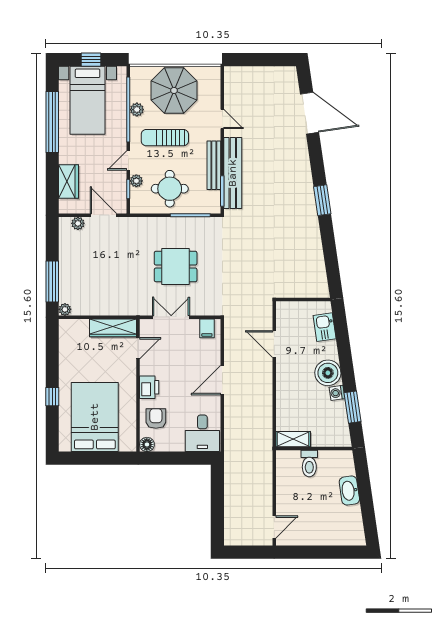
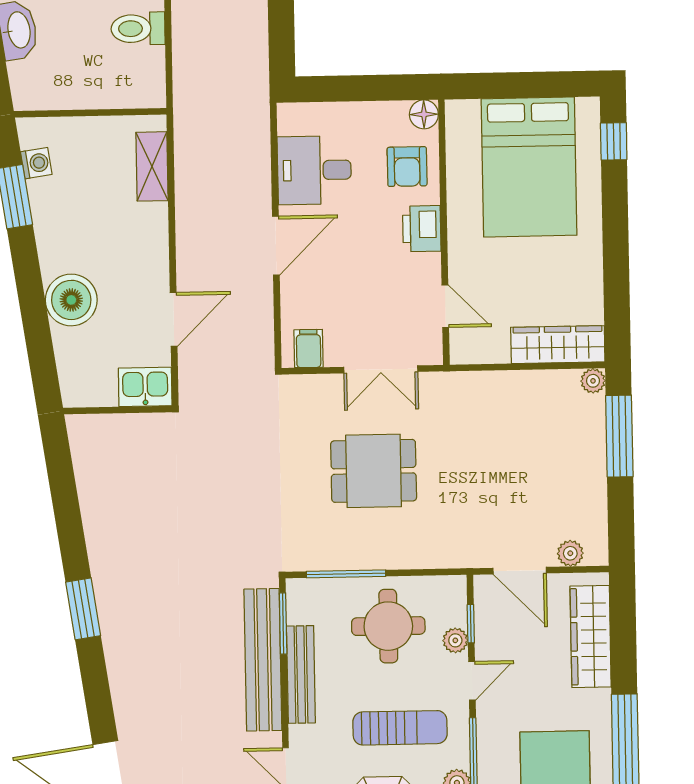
wardrobe: (69, 181) -> (591, 637), width x1.50
kitchen sink: (325, 327) -> (145, 387), moved, turned -82
wardrobe: (113, 328) -> (558, 345), moved
door: (274, 344) -> (174, 319), hinge flipped
door: (138, 348) -> (445, 306), swing flipped
boiler: (328, 373) -> (71, 300), moved
washing machine: (337, 393) -> (36, 163), moved
window: (52, 397) -> (614, 141), moved
desk: (202, 433) -> (314, 170), moved, turned -90
shelving: (293, 439) -> (152, 166), moved, turned 90
toilet: (309, 463) -> (138, 29), moved, turned -90

